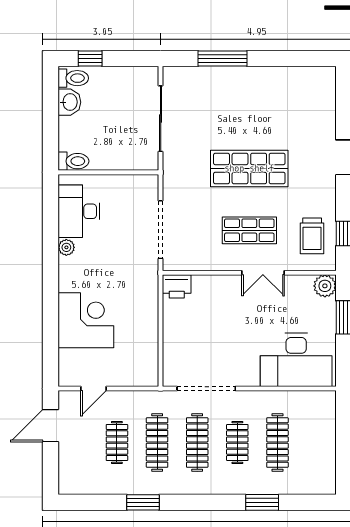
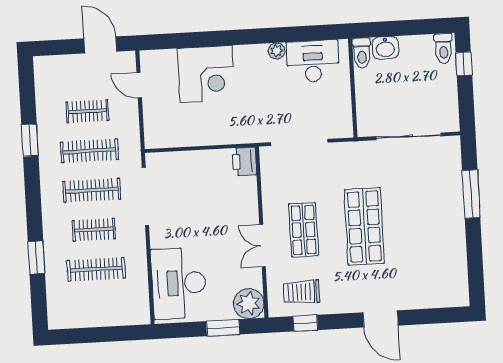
washbasin: (69, 102) -> (385, 48), moved
plant: (325, 286) -> (249, 303), width x1.36, depth x1.36

